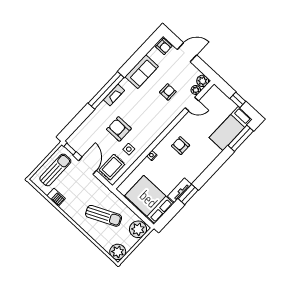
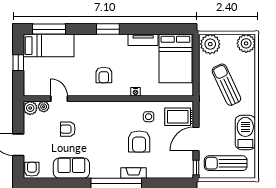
fireplace: (114, 95) -> (134, 173), moved
window: (188, 194) -> (108, 29), moved
barbecue: (56, 197) -> (245, 132), width x1.88, depth x1.53

